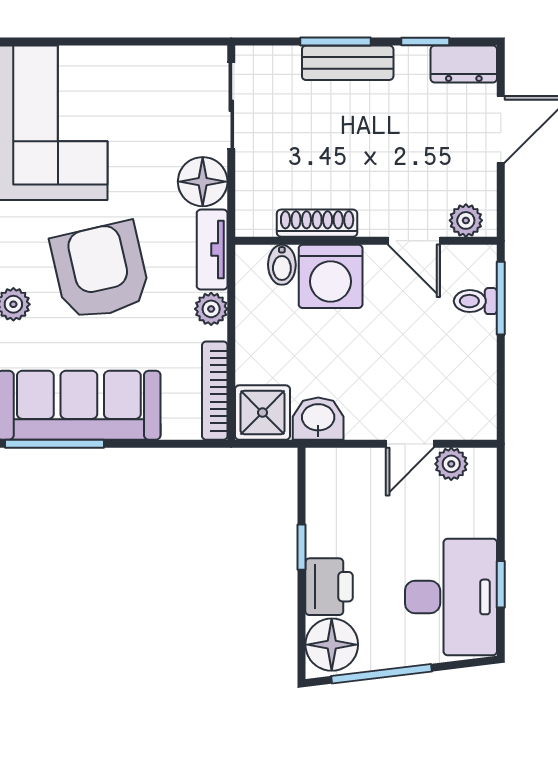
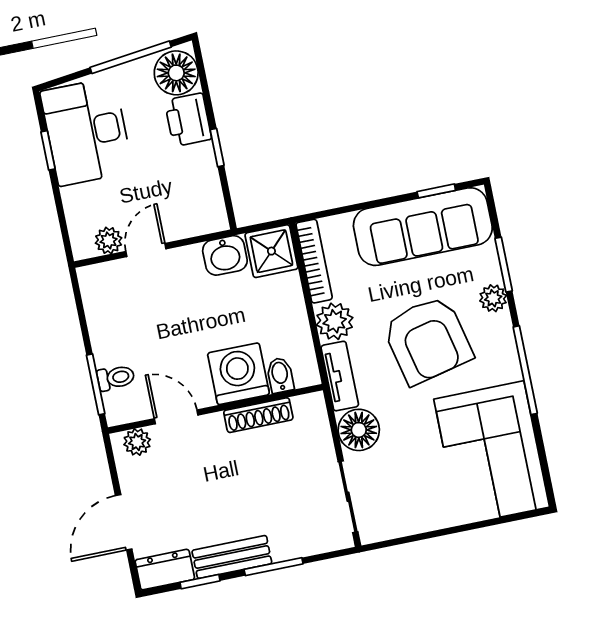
bench: (348, 63) -> (232, 557), moved
plant: (211, 309) -> (335, 321), width x1.38, depth x1.38
window: (54, 444) -> (436, 191), width x0.46

